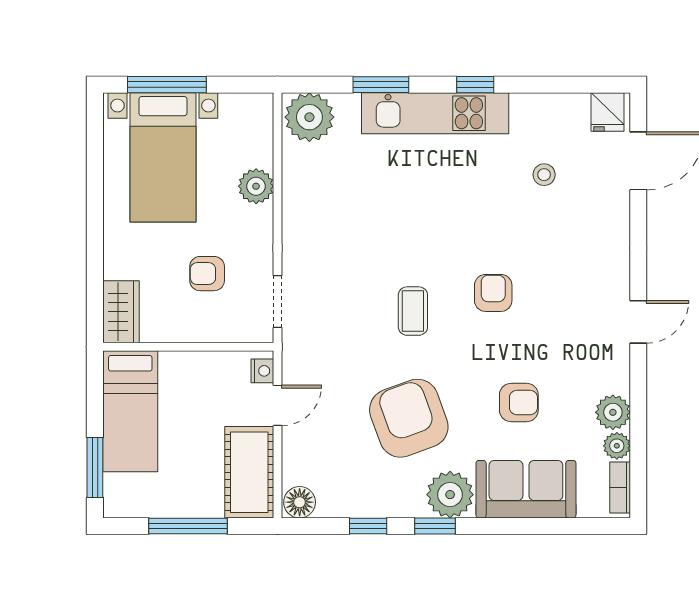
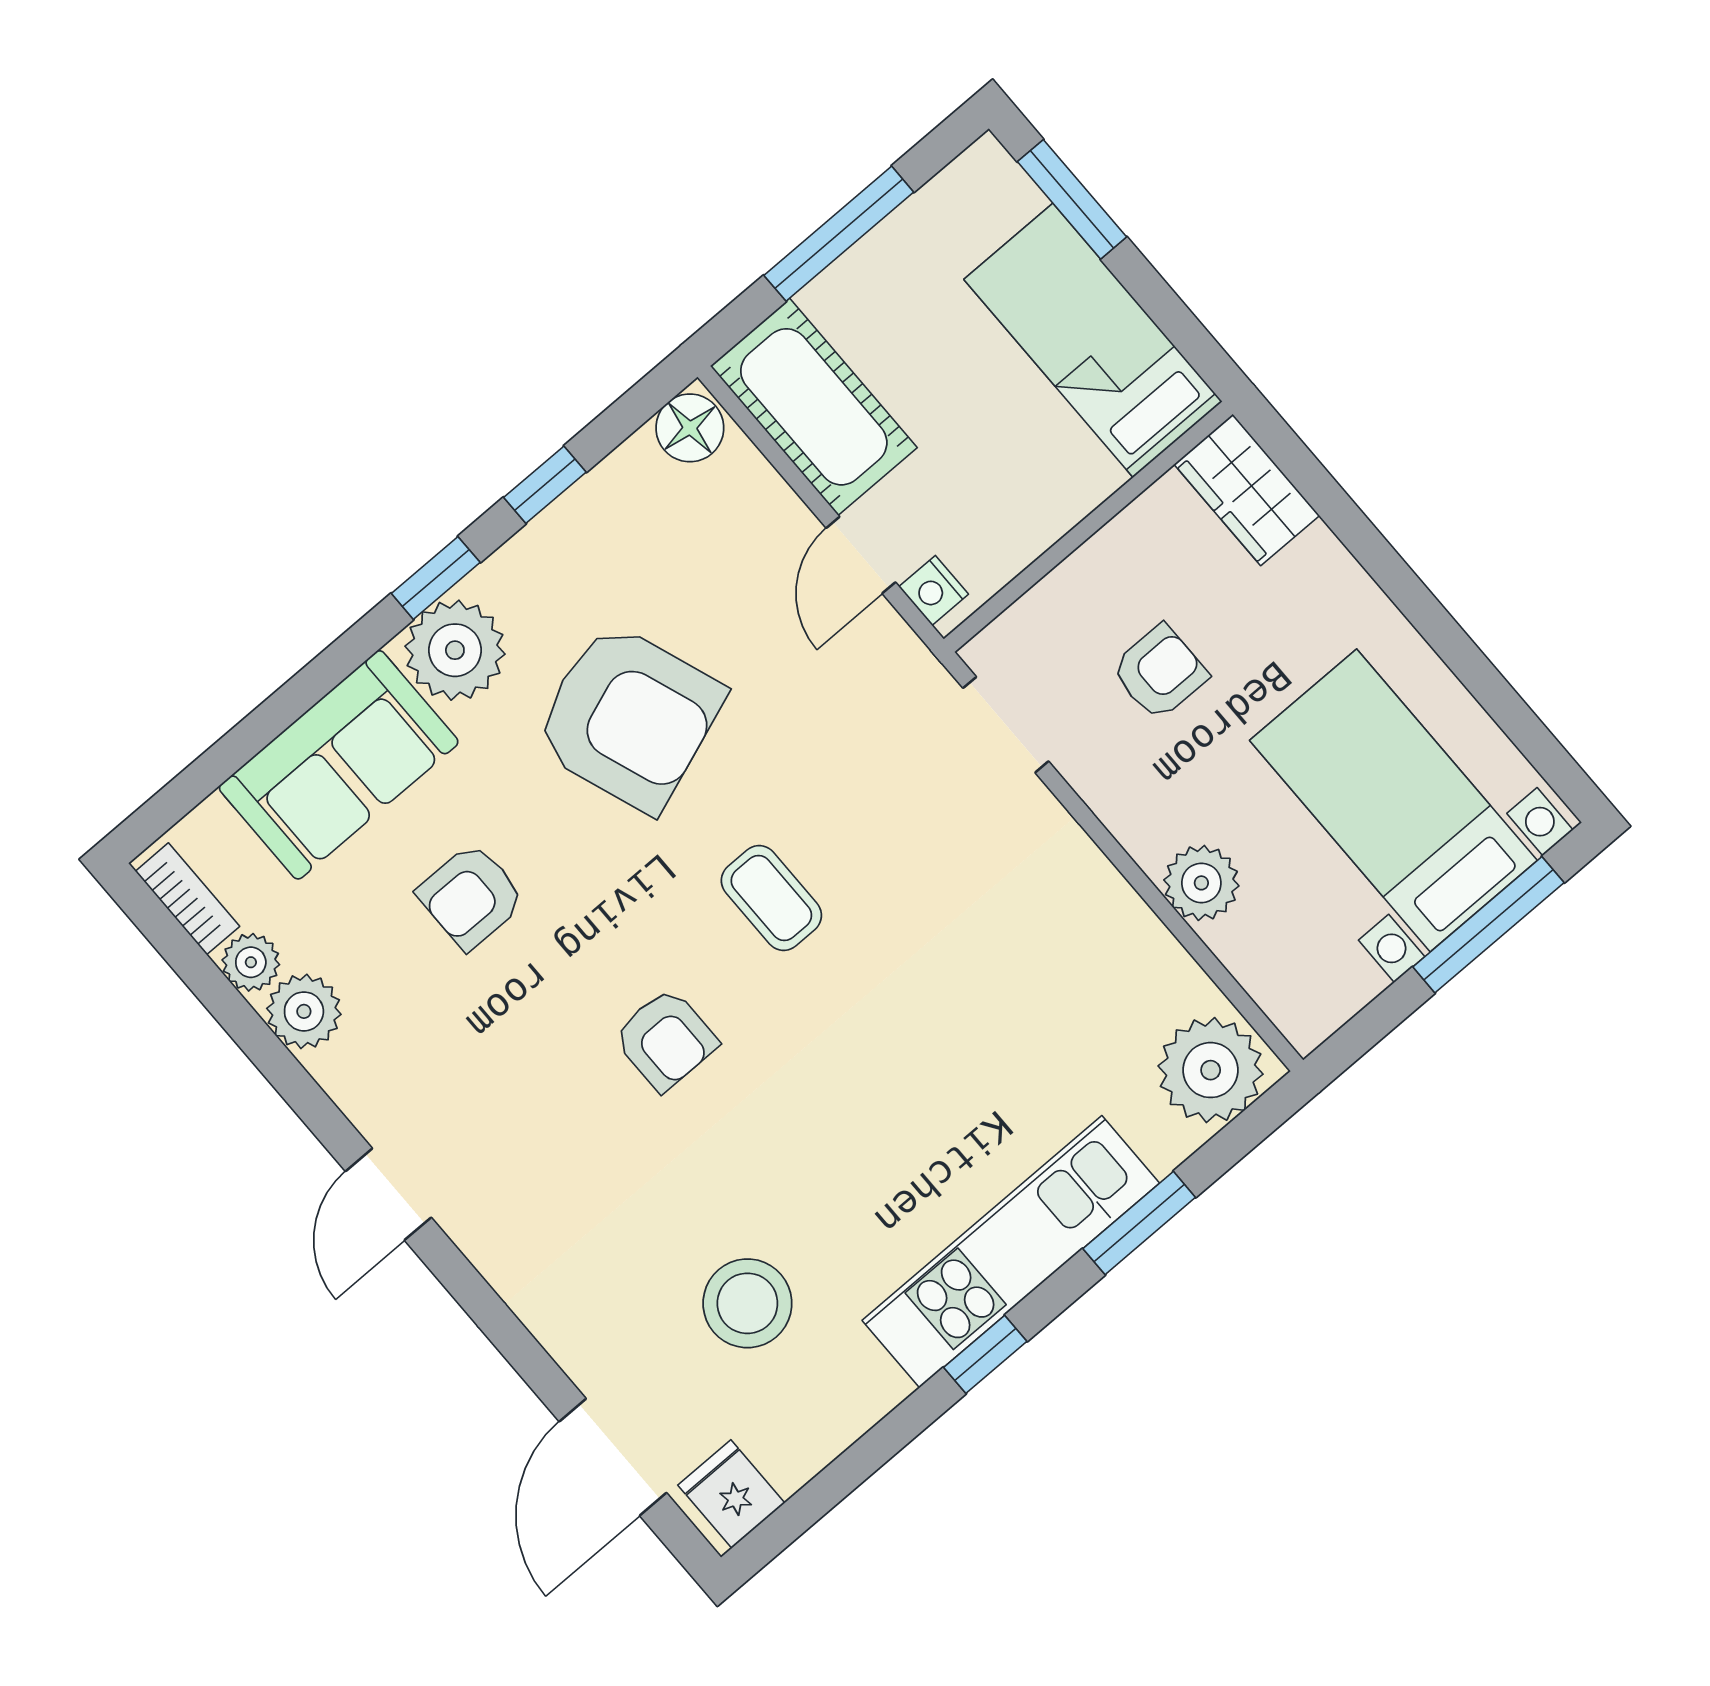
stool: (544, 175) -> (747, 1303), width x1.89, depth x1.89

